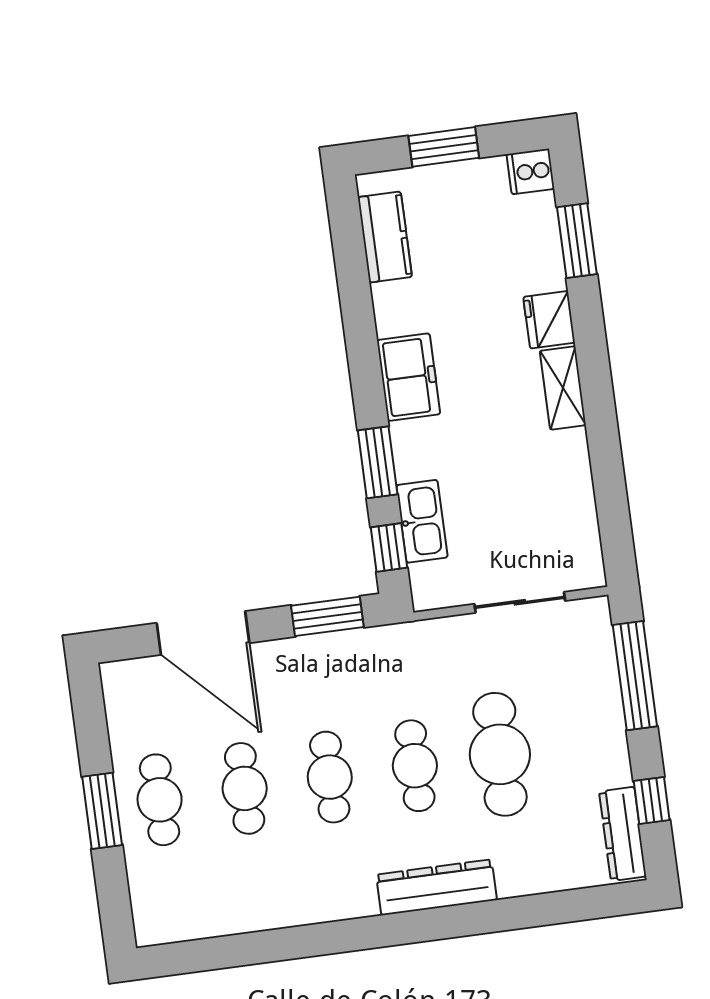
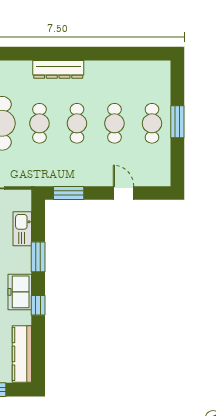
kitchen counter: (385, 237) -> (22, 354), width x1.50
window: (389, 548) -> (38, 305), moved
door: (203, 633) -> (124, 193), width x0.53
dresser: (436, 887) -> (58, 69), moved

